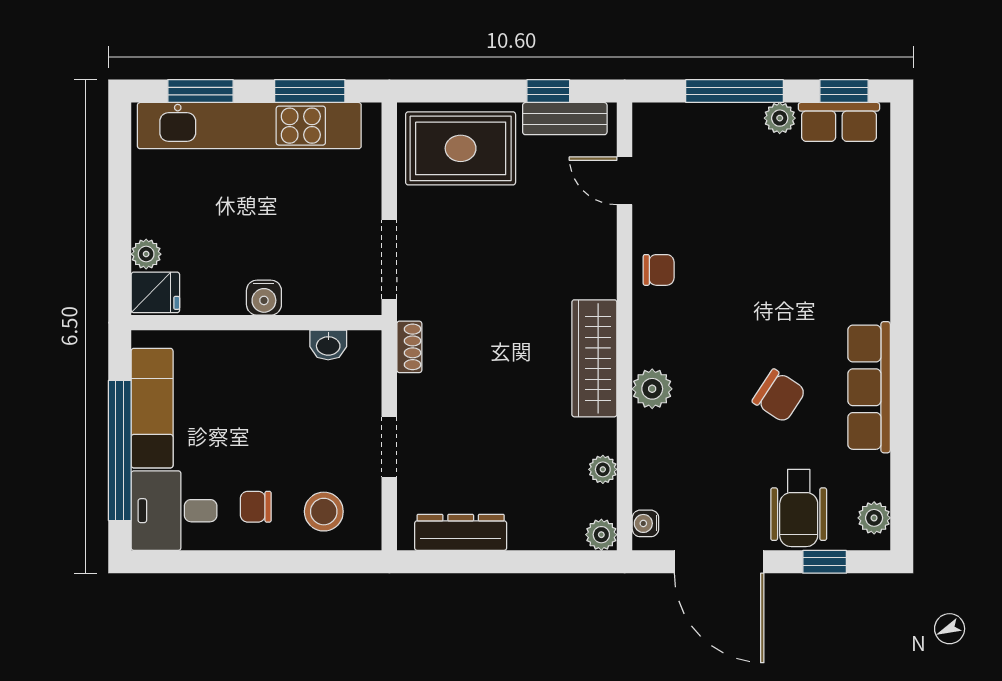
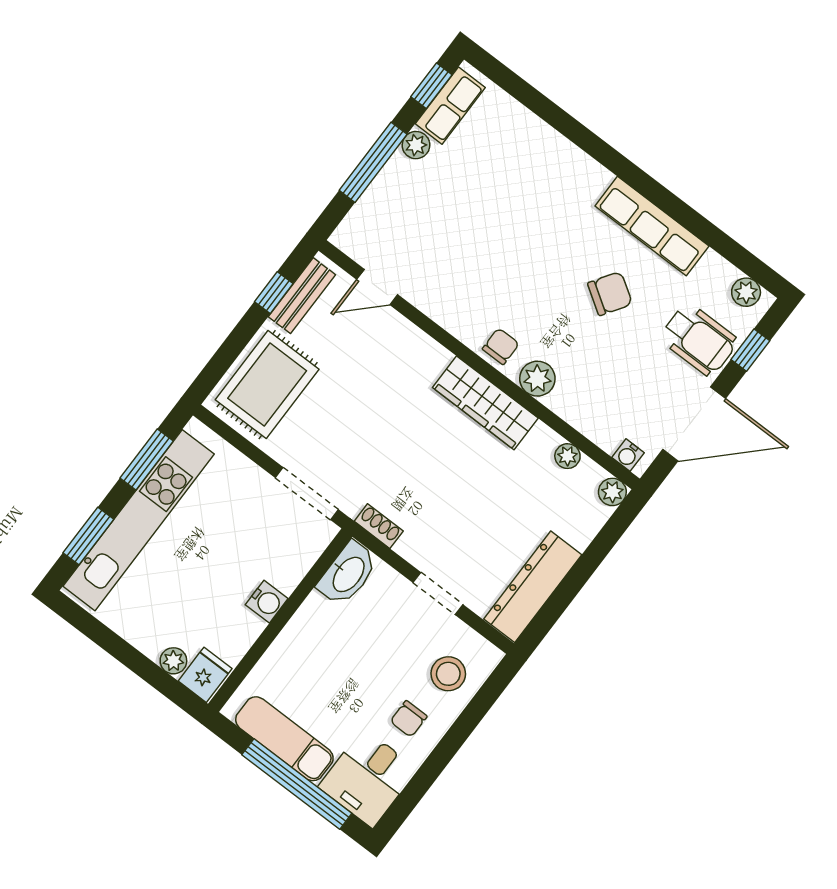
chair: (659, 270) -> (501, 346), moved
washbasin: (328, 345) -> (348, 574), width x1.91, depth x1.45
dresser: (461, 532) -> (533, 587), width x1.37, depth x1.24

